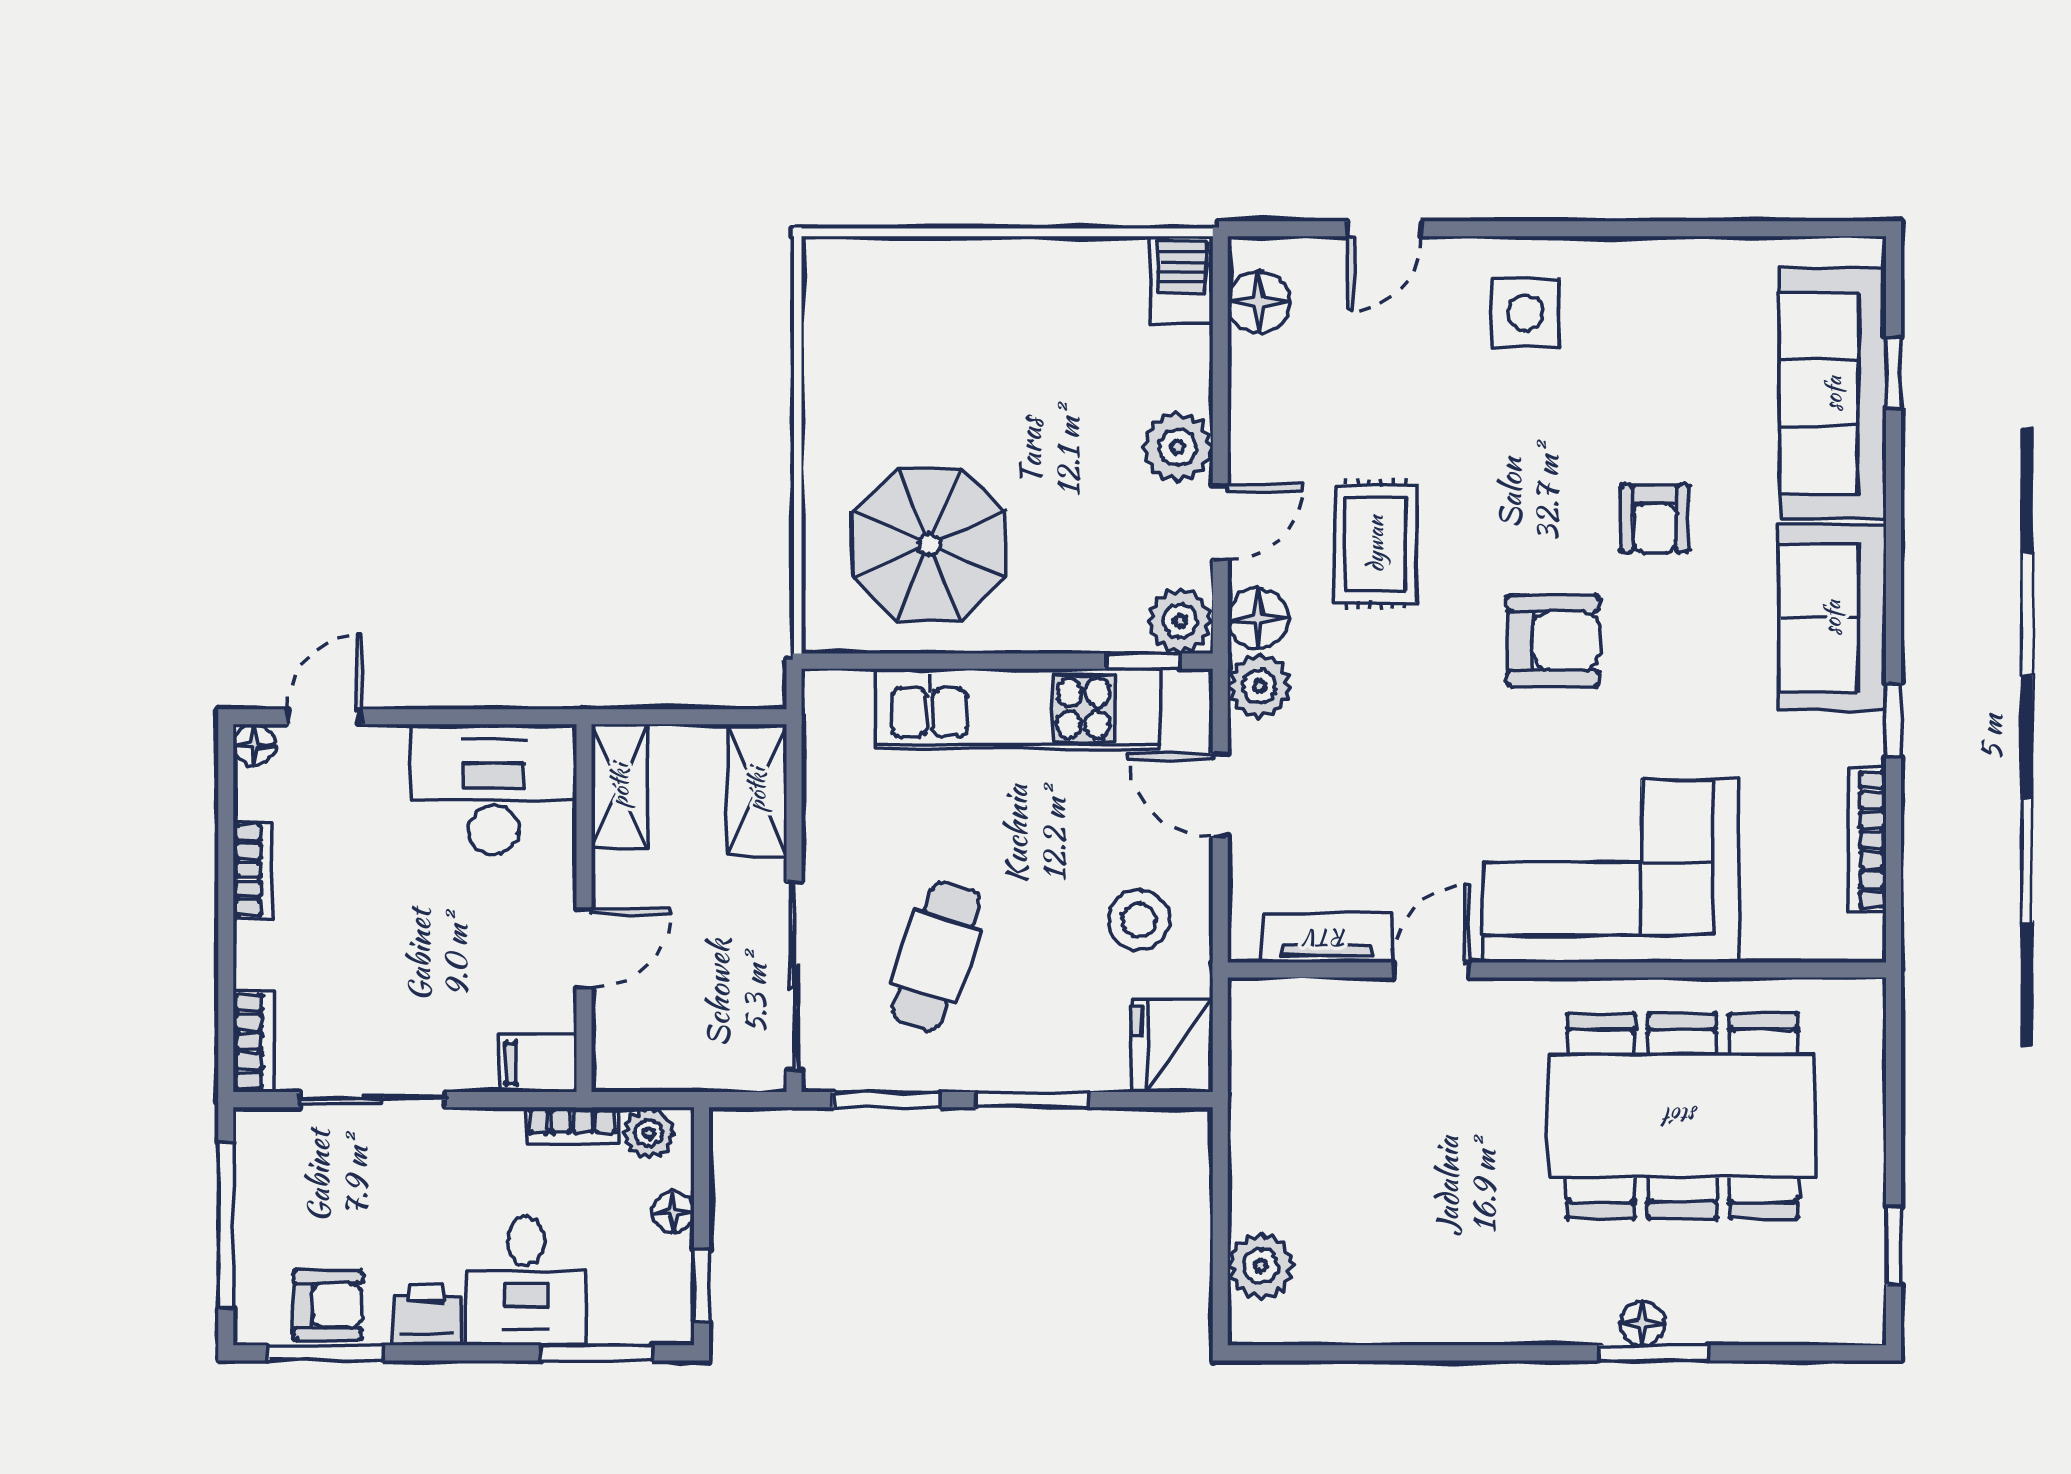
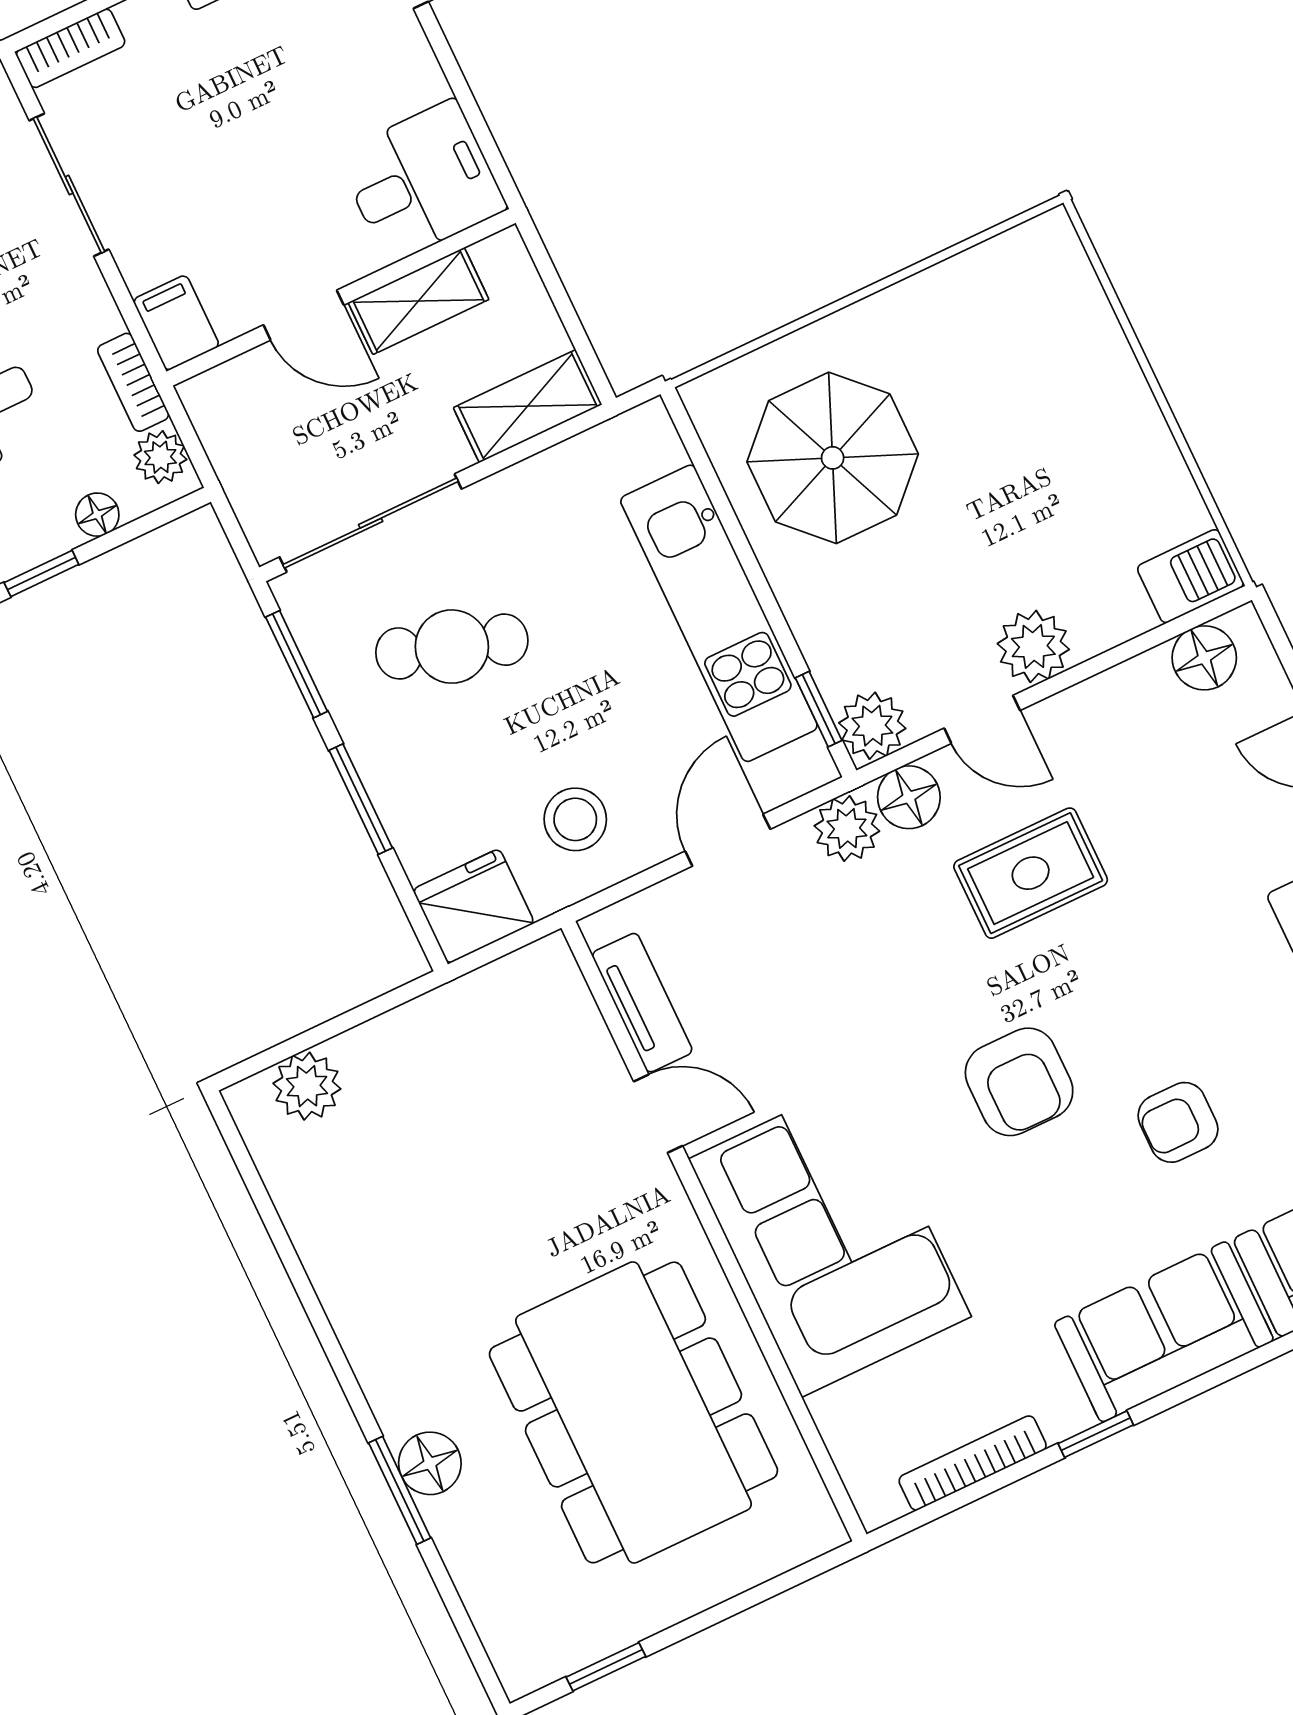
shelving: (620, 786) -> (419, 301), moved
desk: (494, 789) -> (422, 181), width x0.73
floor lamp: (1642, 1323) -> (430, 1463), width x1.37, depth x1.37

